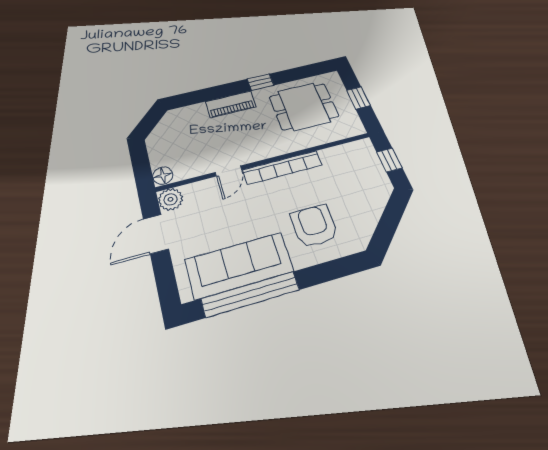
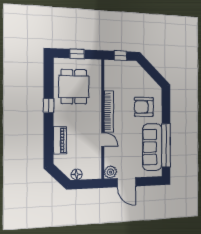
piano: (231, 104) -> (60, 140), moved
floor lamp: (163, 176) -> (77, 174), moved

